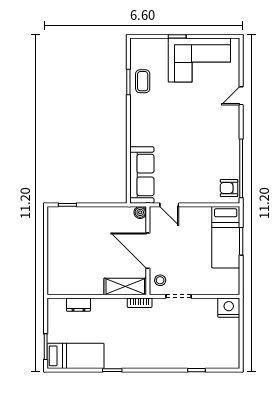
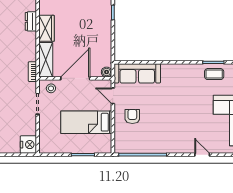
armchair: (229, 188) -> (132, 116), moved
door: (169, 205) -> (113, 96), hinge flipped
bed: (226, 237) -> (86, 122), moved
wardrobe: (87, 286) -> (47, 28), added

